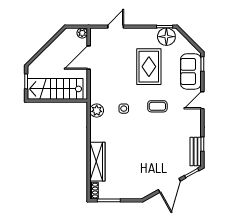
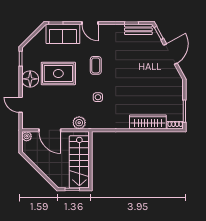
floor lamp: (166, 37) -> (30, 79), moved
plant: (97, 111) -> (79, 123), moved
door: (169, 185) -> (170, 54), hinge flipped

